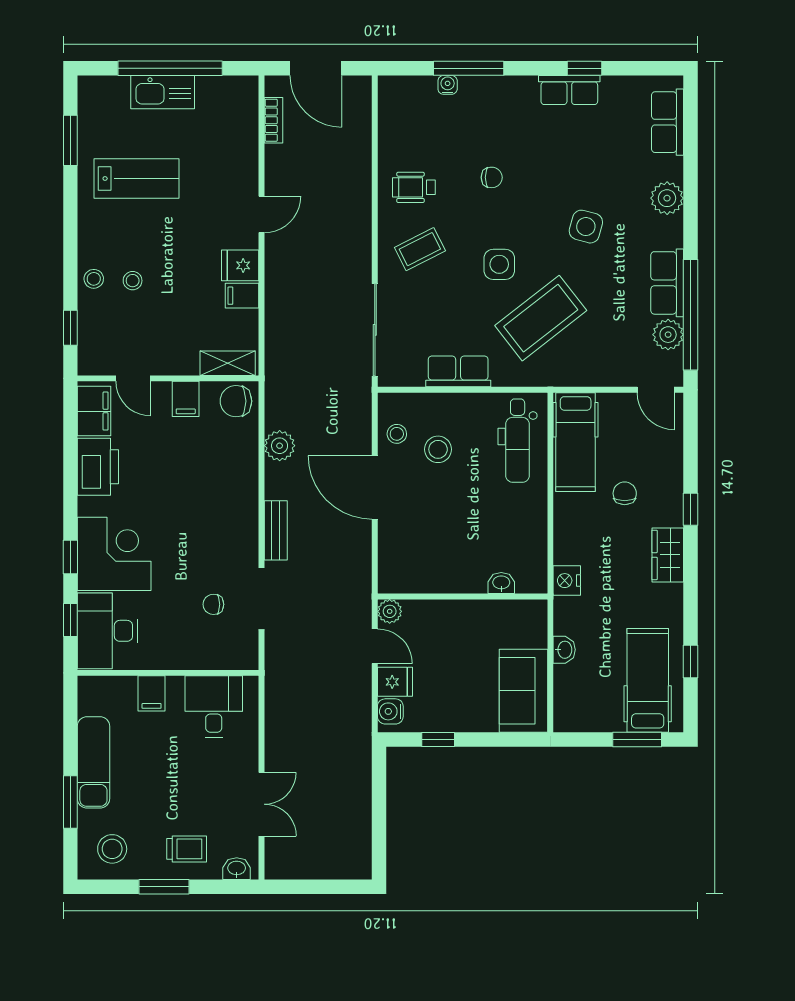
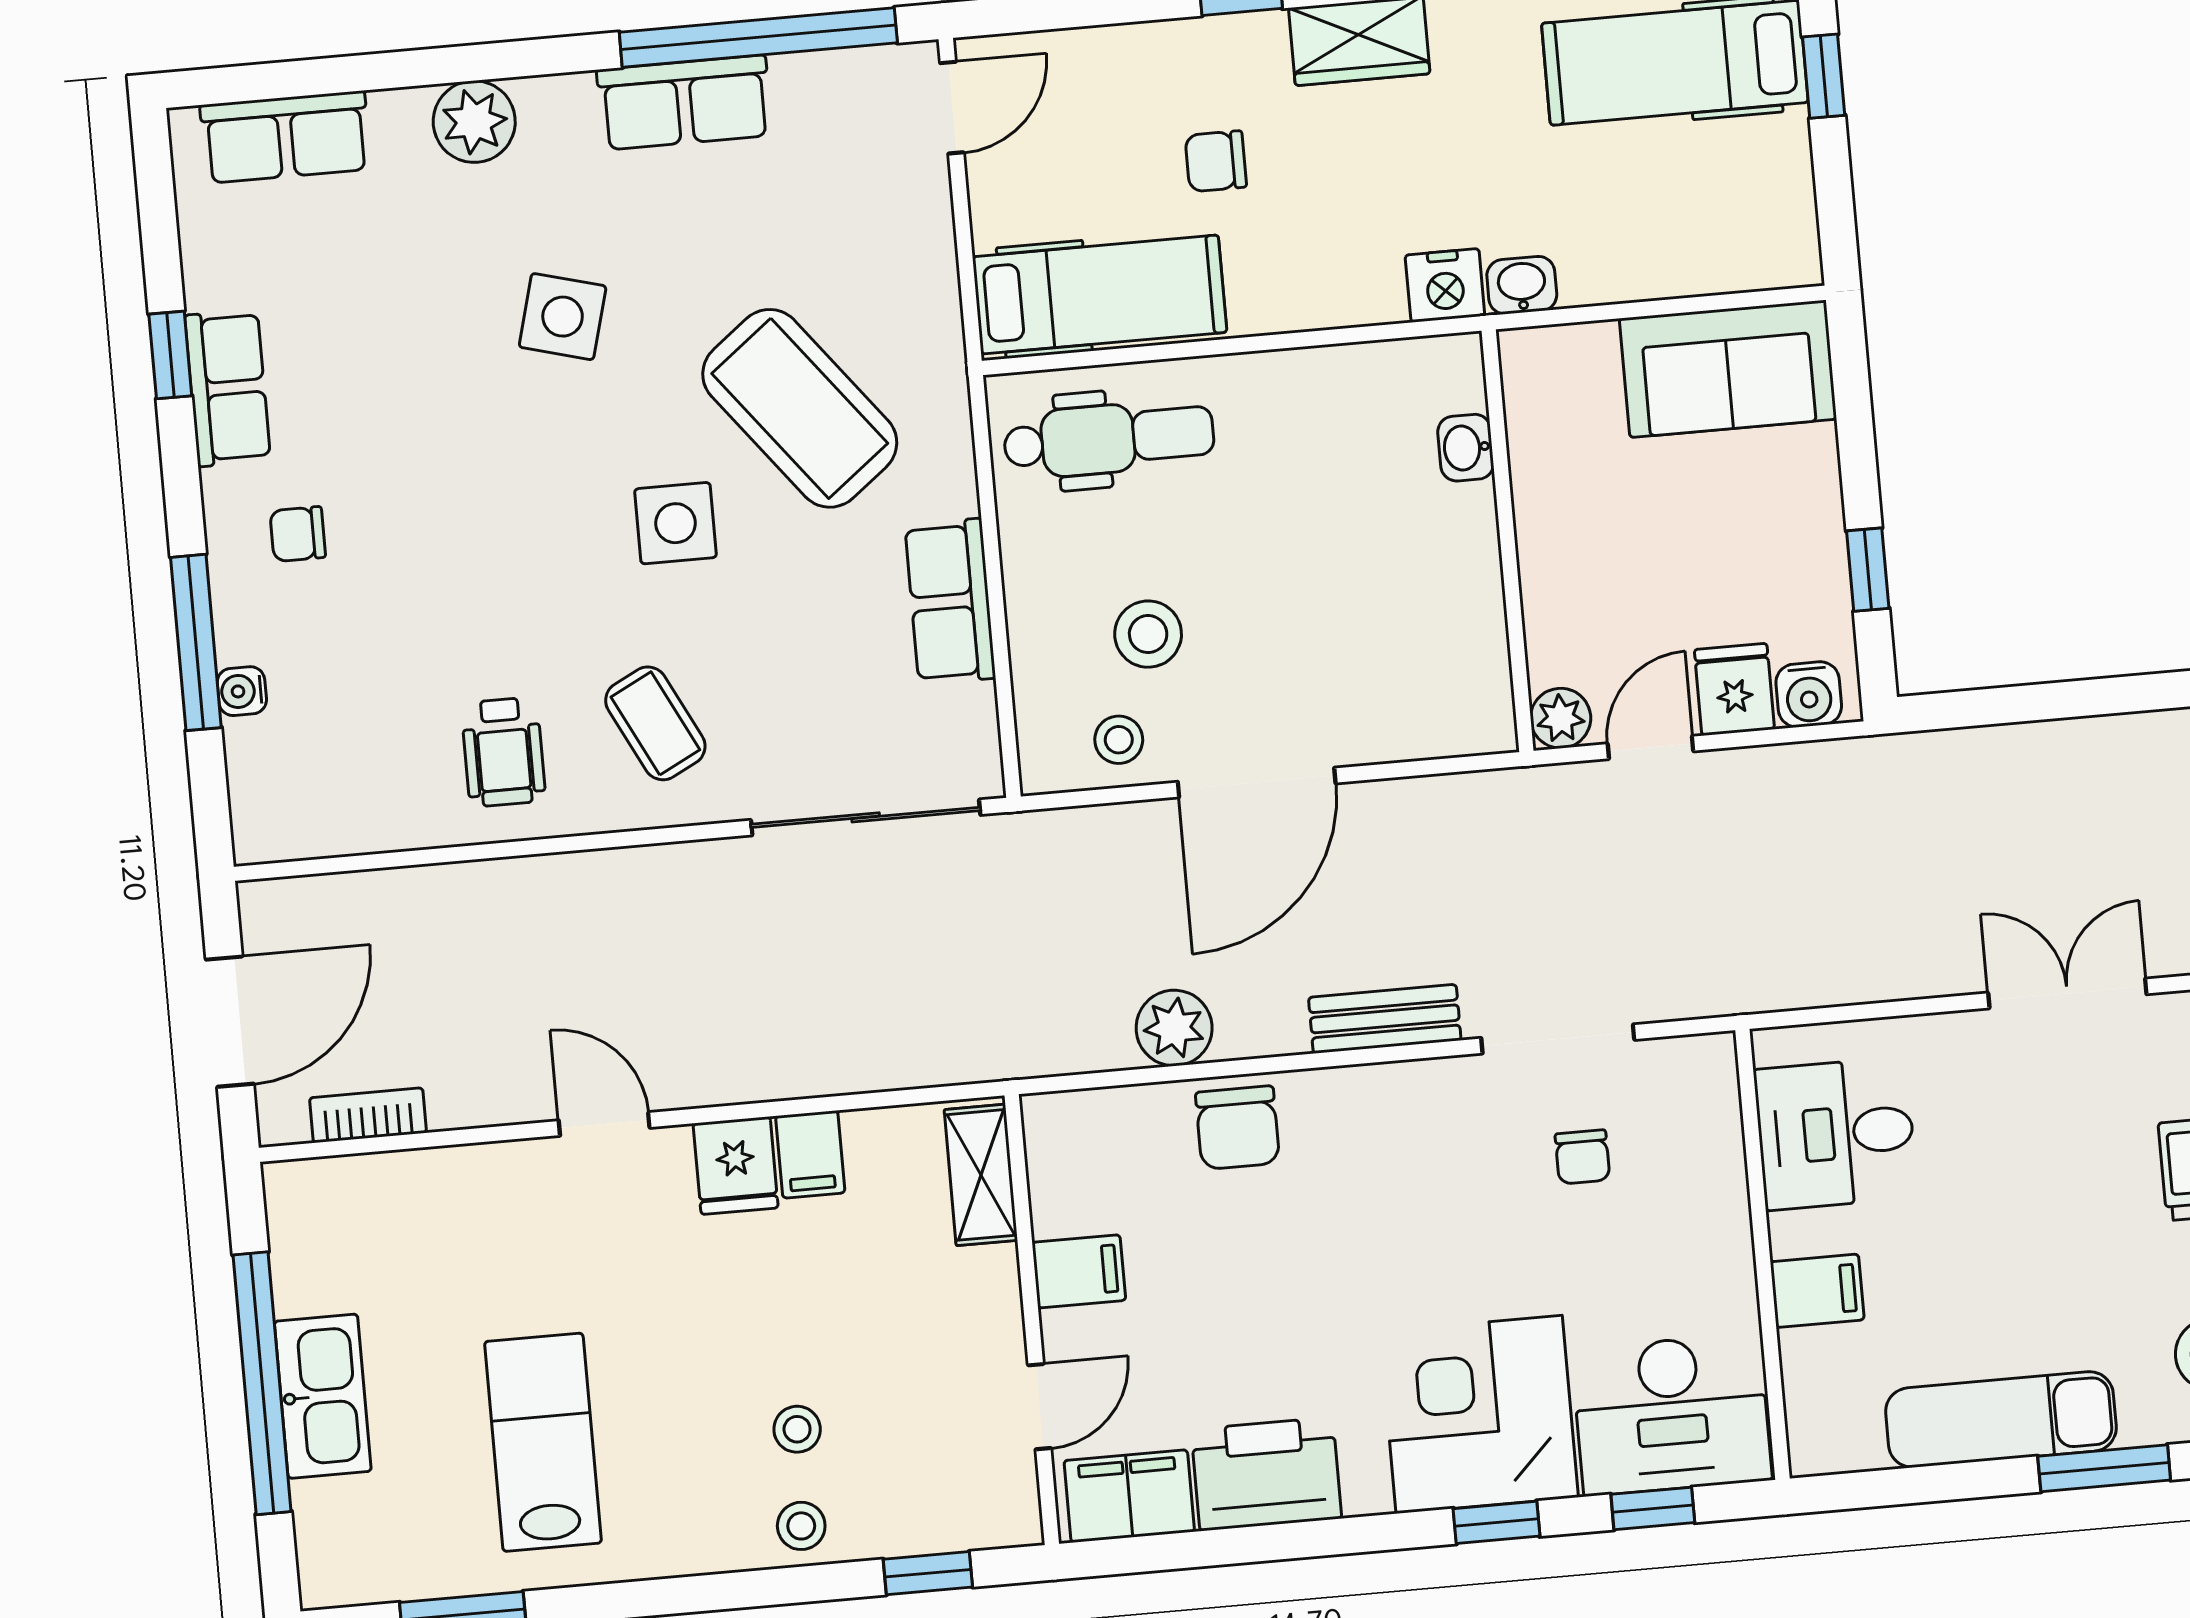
chair: (492, 177) -> (298, 534), moved, turned -90
plant: (668, 335) -> (812, 89), removed
chair: (236, 401) -> (1238, 1128), moved
washbasin: (564, 650) -> (1522, 285), moved
window: (637, 739) -> (1824, 76), width x0.67

